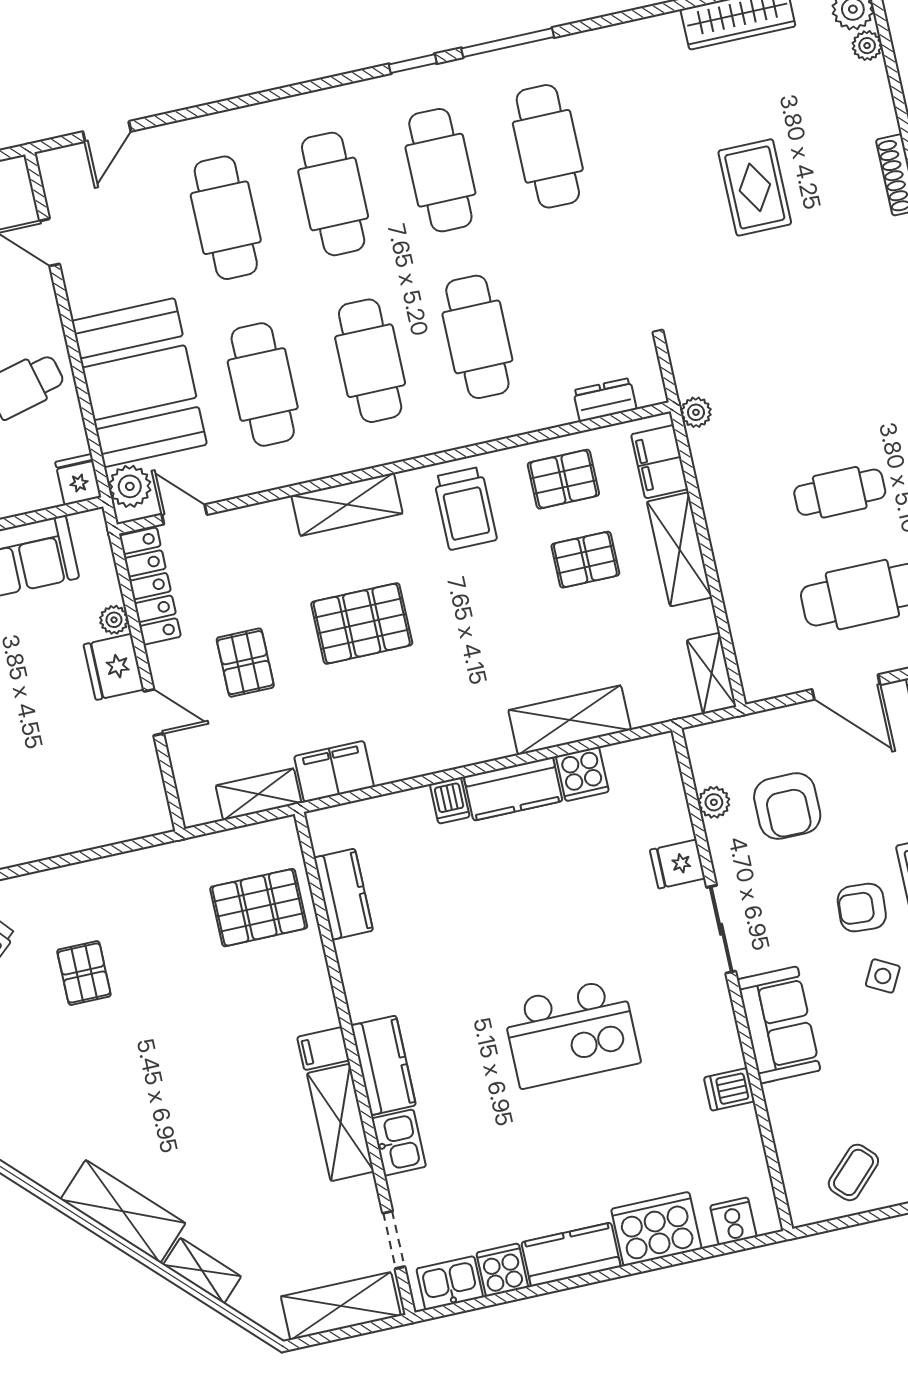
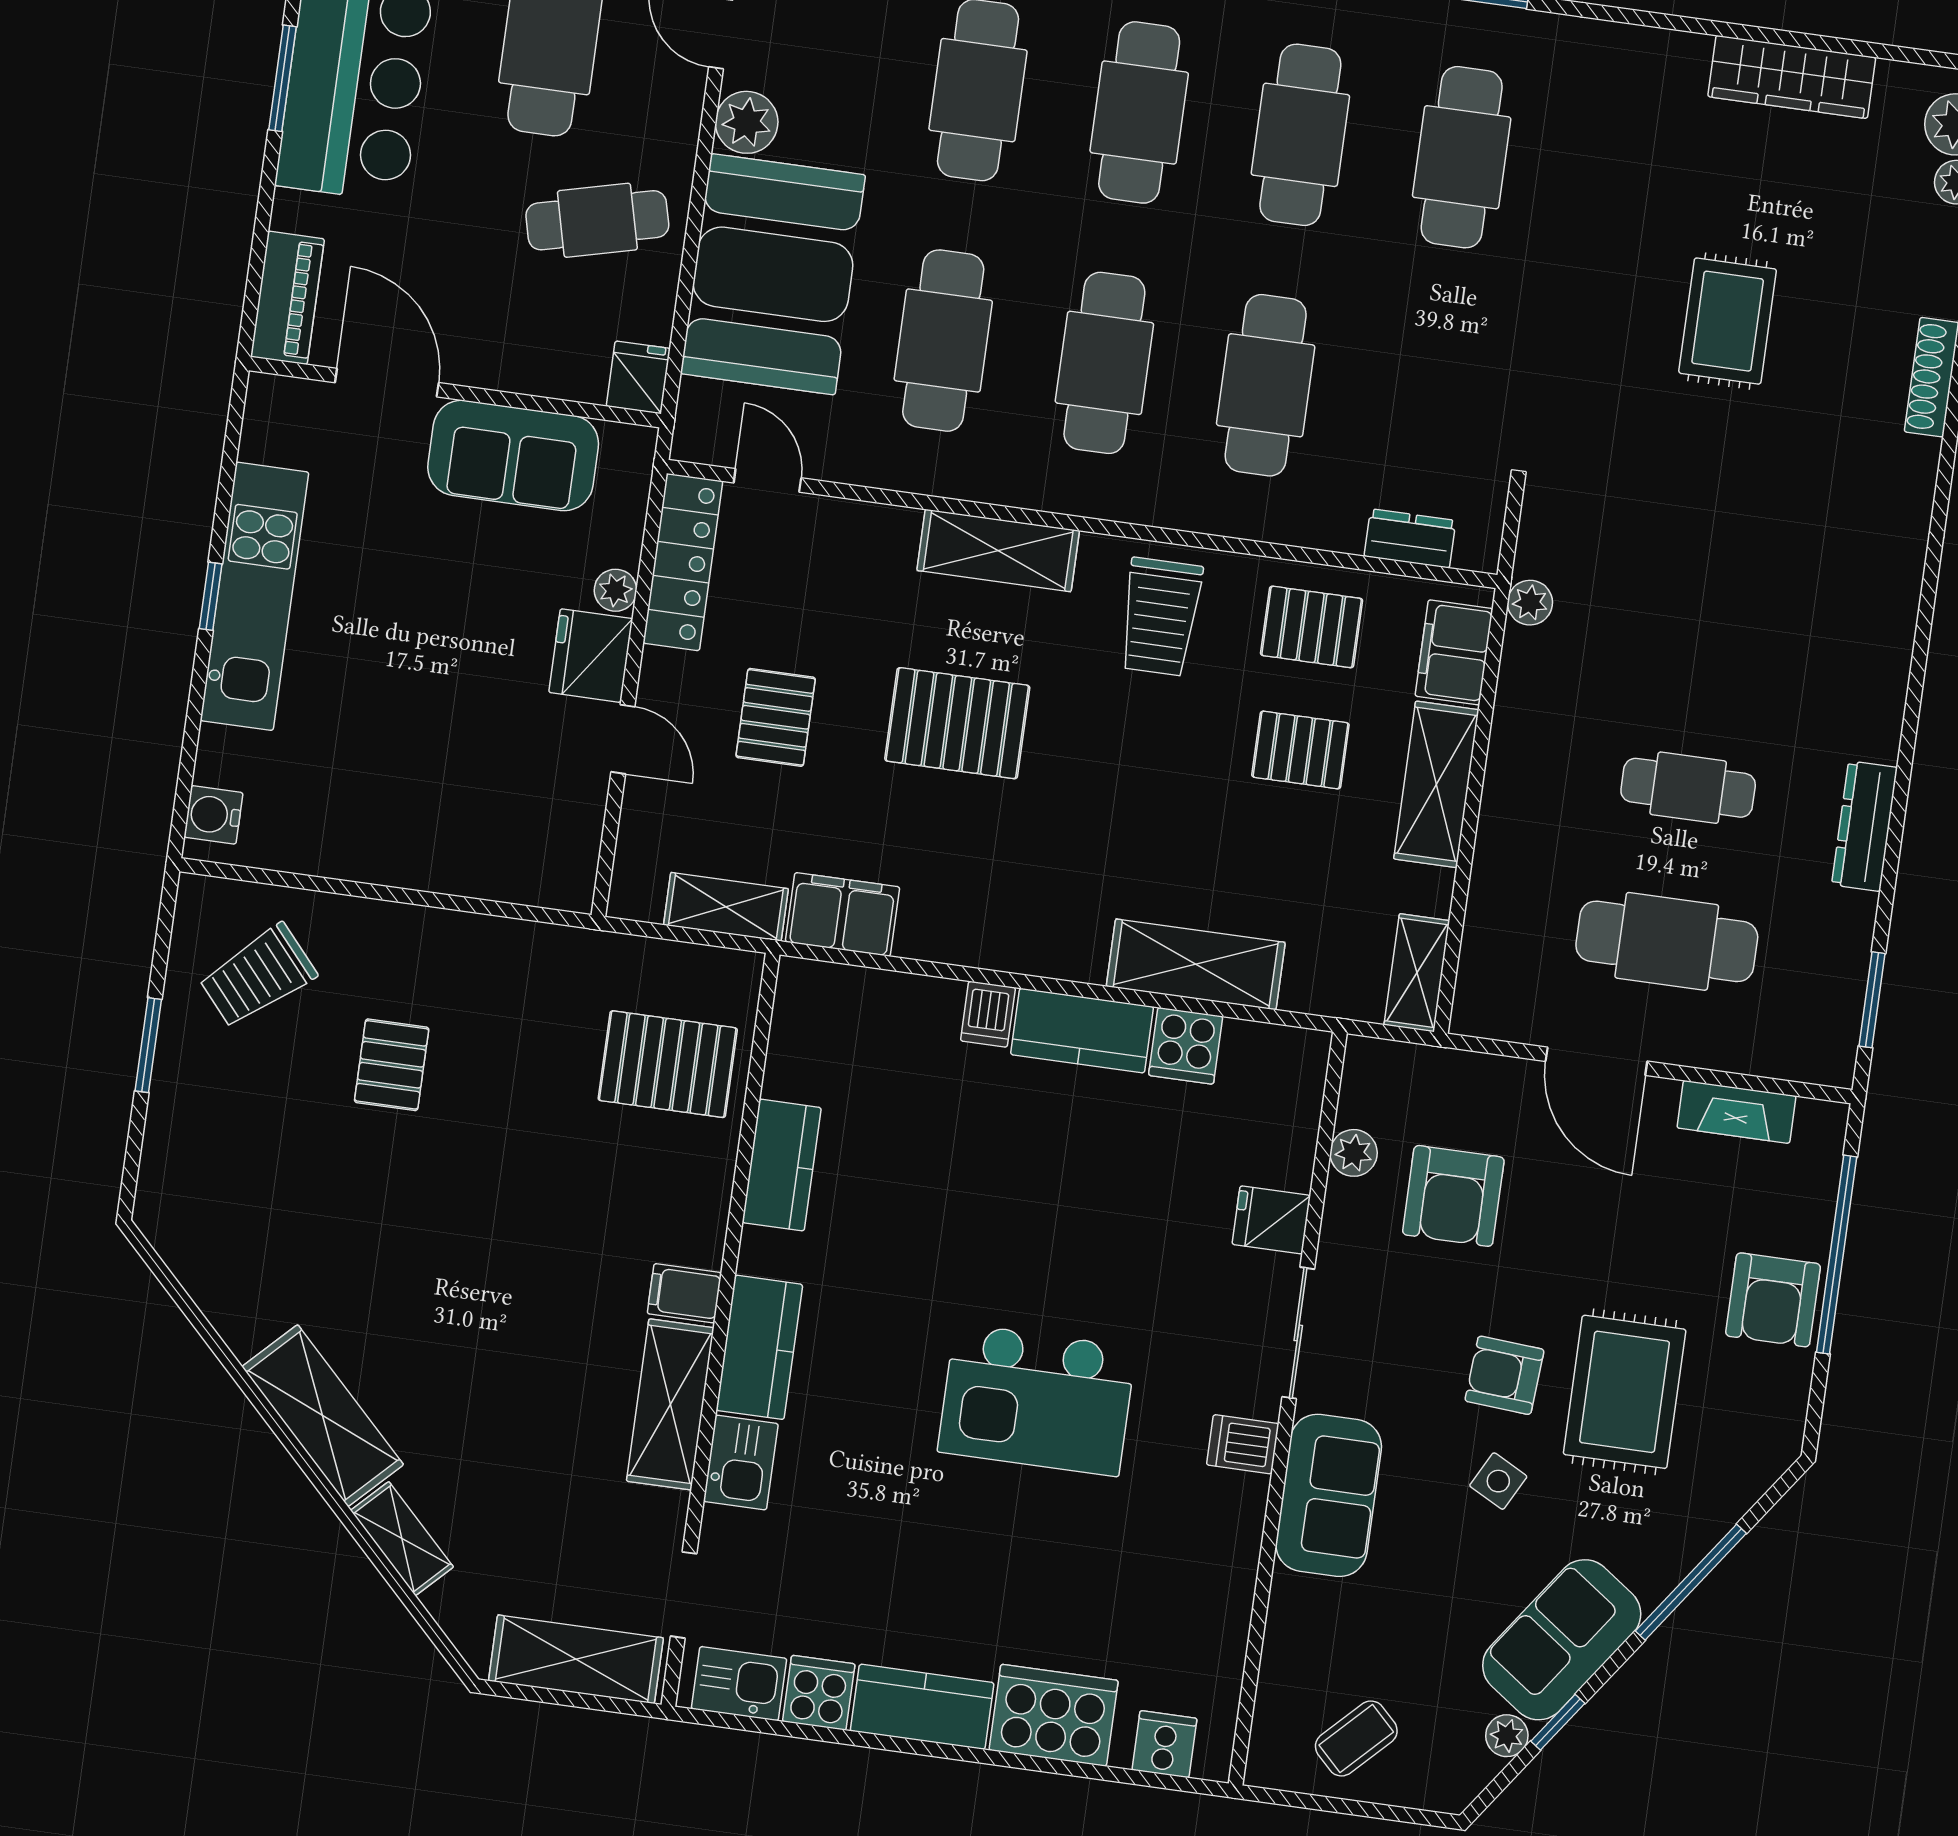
plant: (130, 486) -> (747, 122), moved
kitchen counter: (343, 894) -> (782, 1165), moved
dishwasher: (729, 1089) -> (1243, 1444), moved

